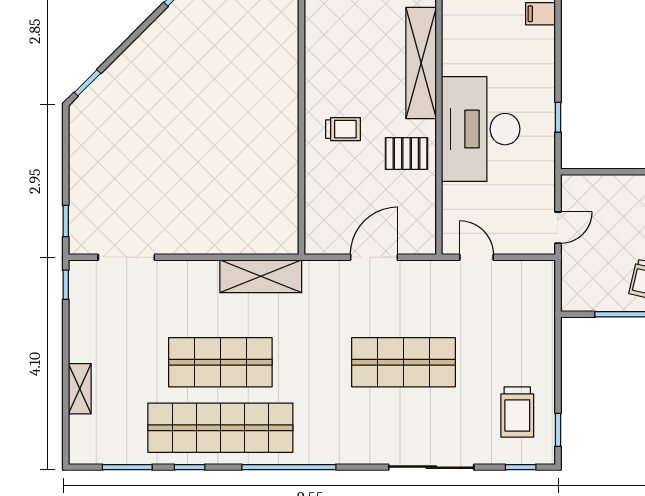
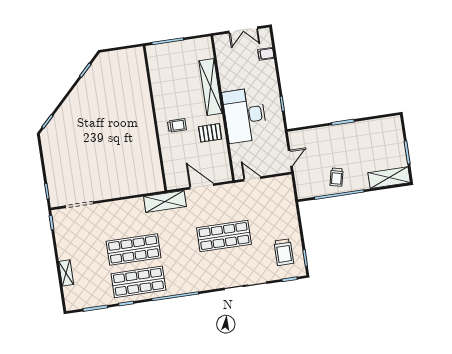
door: (374, 257) -> (202, 186), hinge flipped
shelving: (261, 276) -> (165, 201), moved
shop shelf: (220, 428) -> (138, 282), width x0.71

